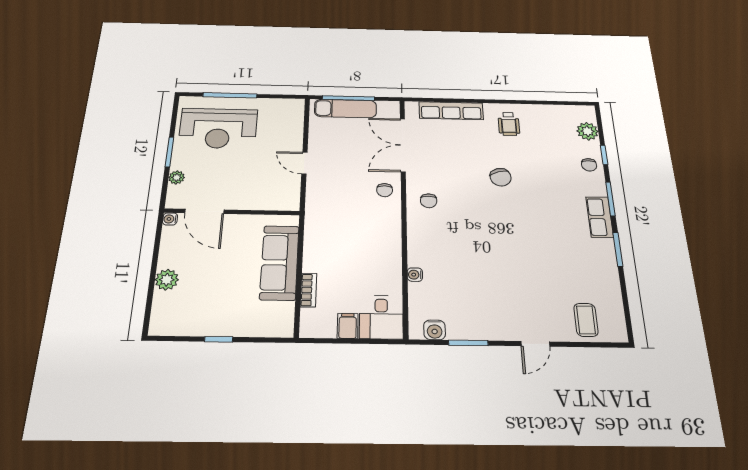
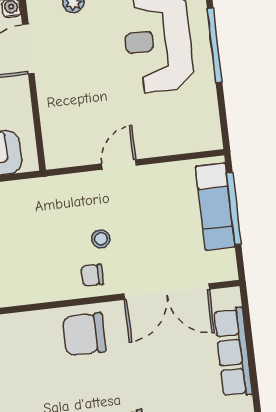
double door: (403, 145) -> (166, 292), swing flipped
stool: (358, 181) -> (101, 239), added
chair: (429, 201) -> (84, 334), width x1.87, depth x1.87

